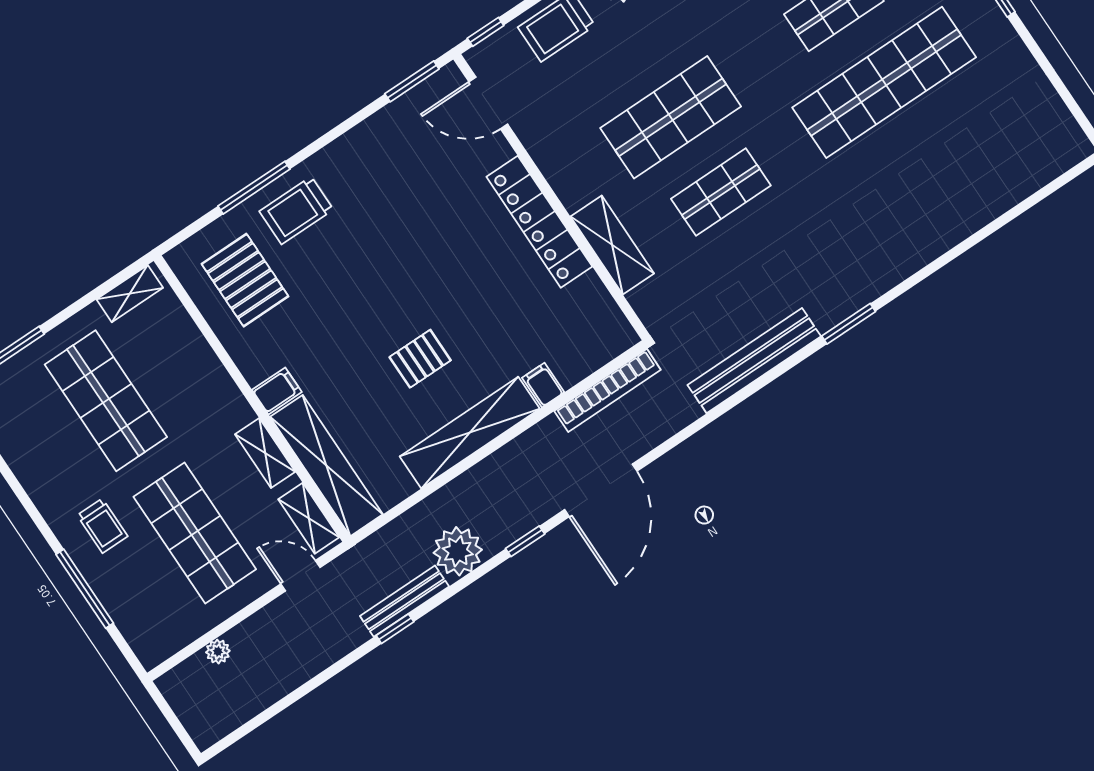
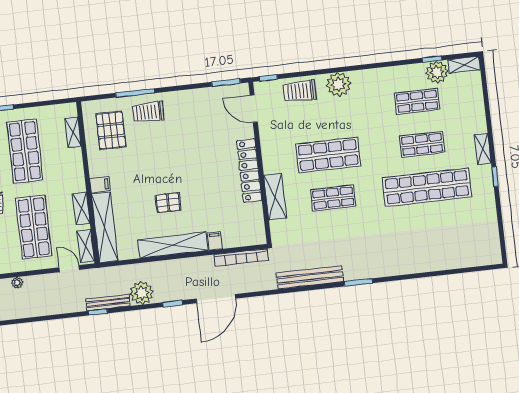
shelving: (130, 294) -> (73, 132), moved, turned 90

